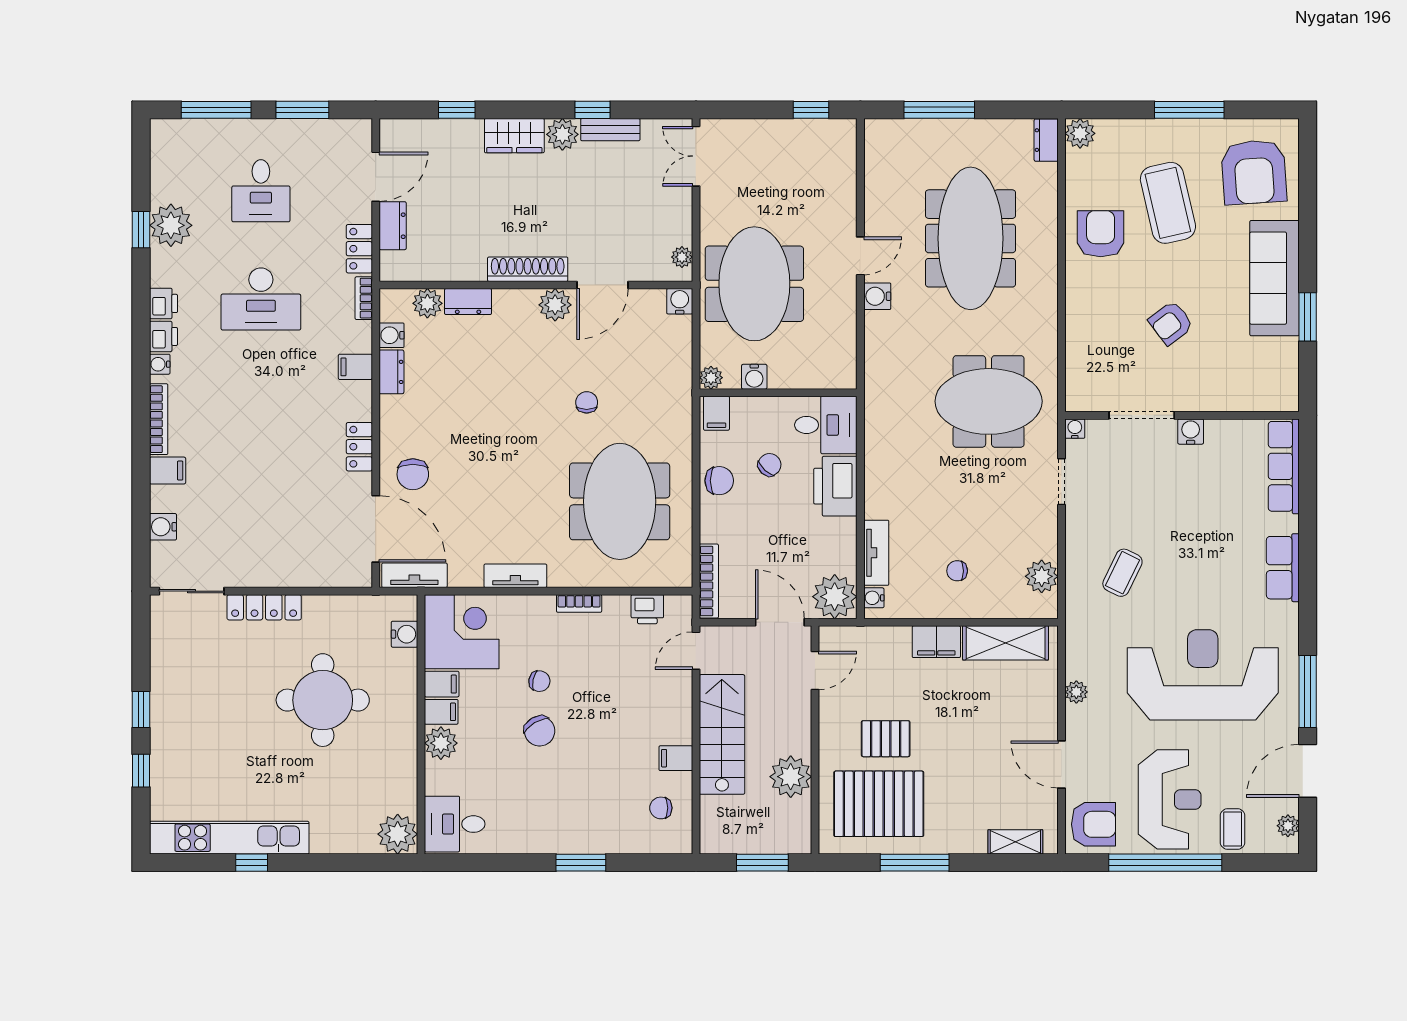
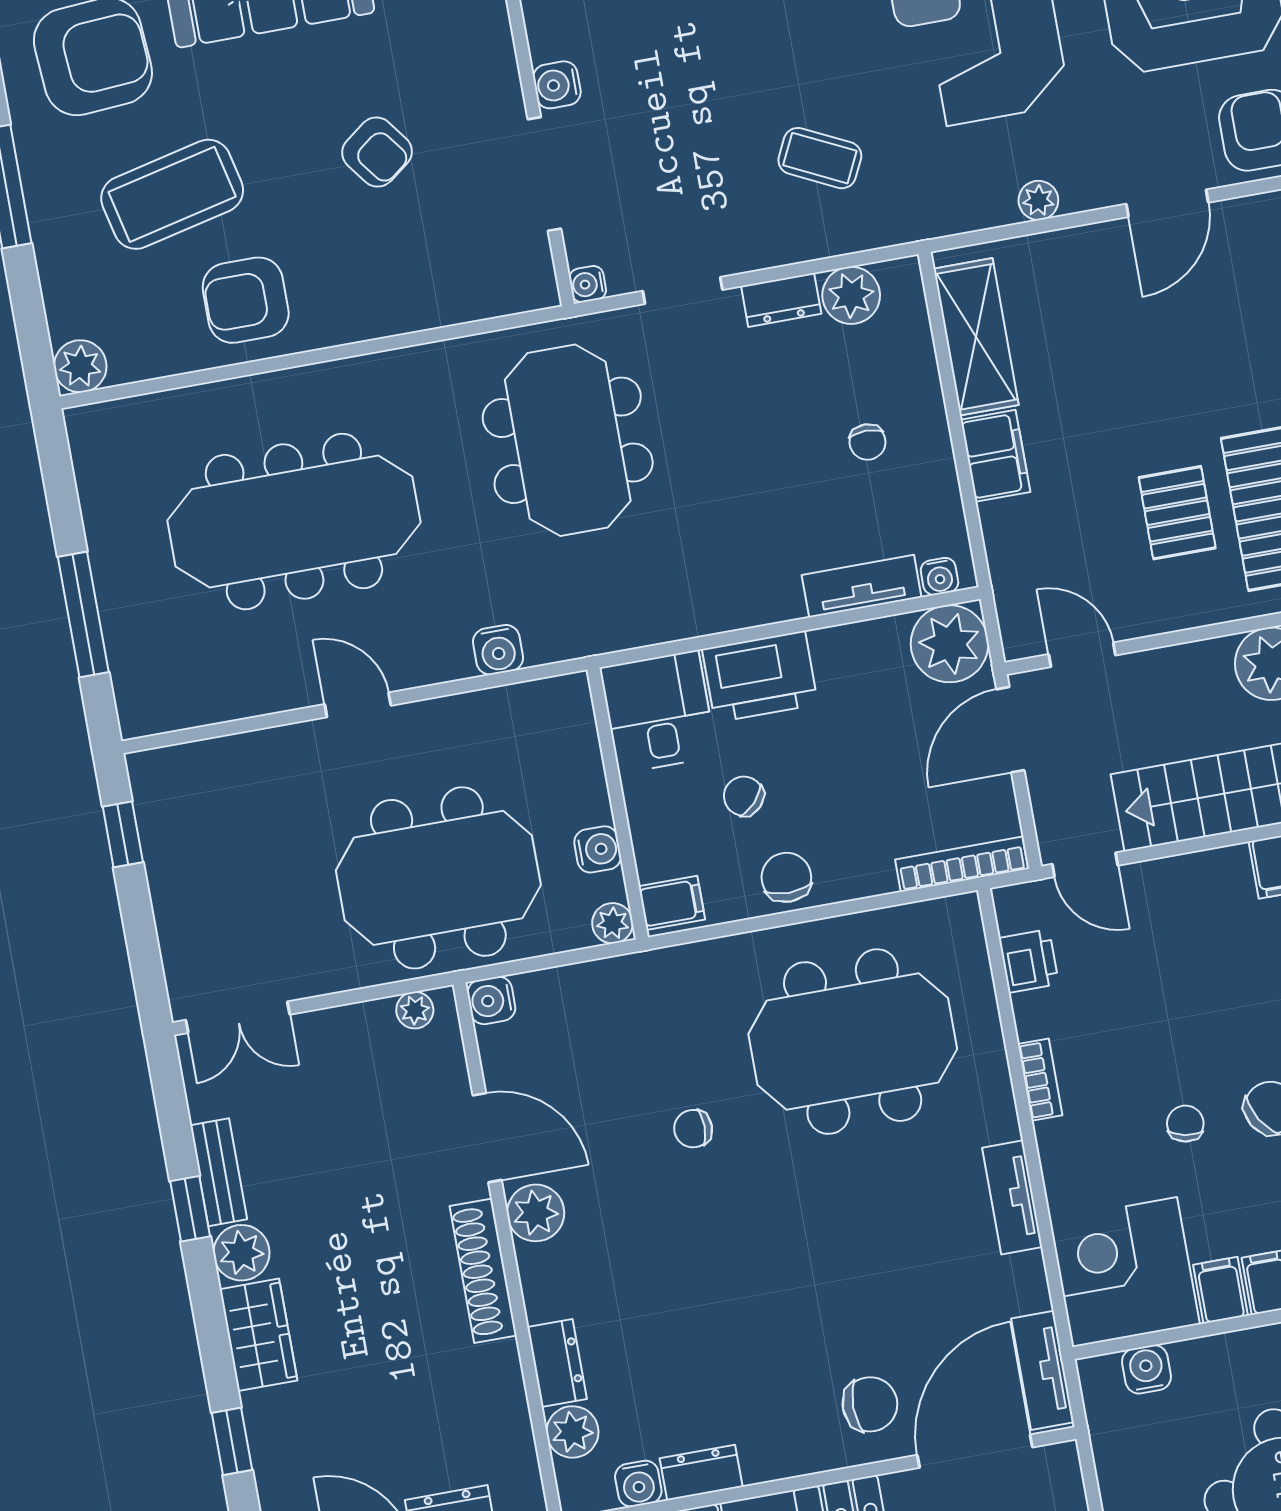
dresser: (1046, 140) -> (781, 300), moved
water cooler: (877, 296) -> (498, 650), moved

